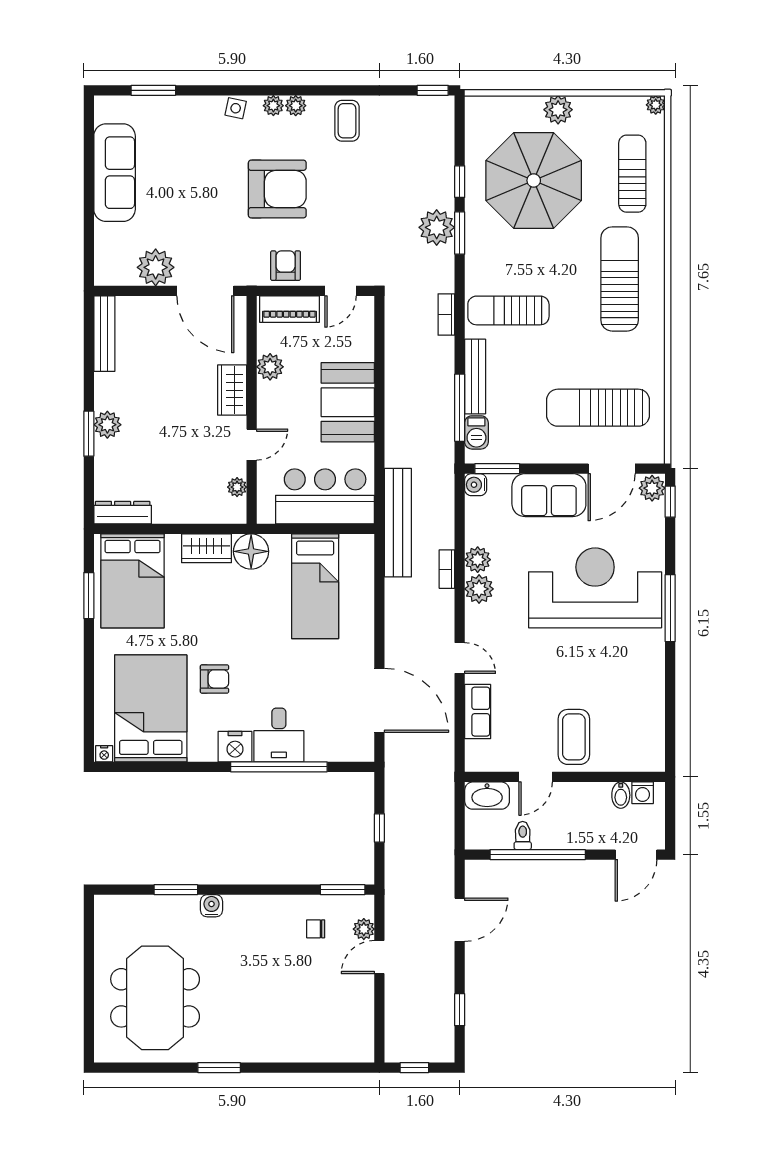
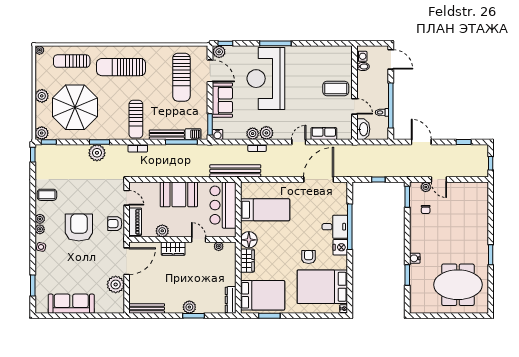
plant: (479, 109) -> (42, 133), added
window: (460, 182) -> (49, 142), moved

